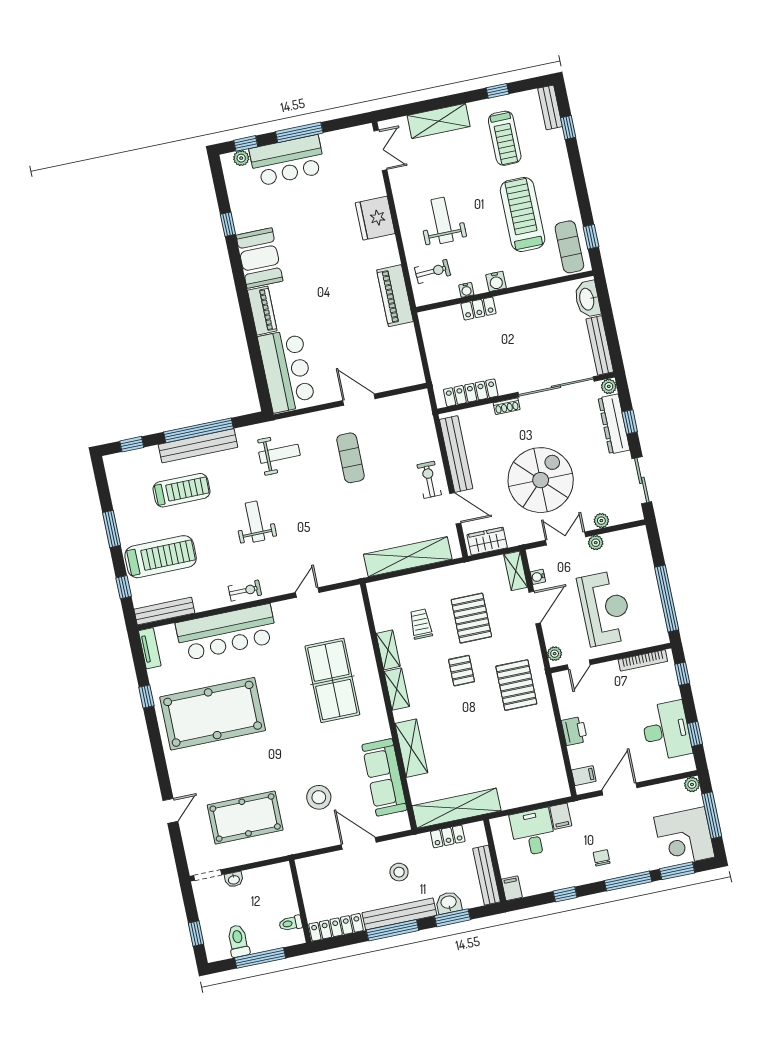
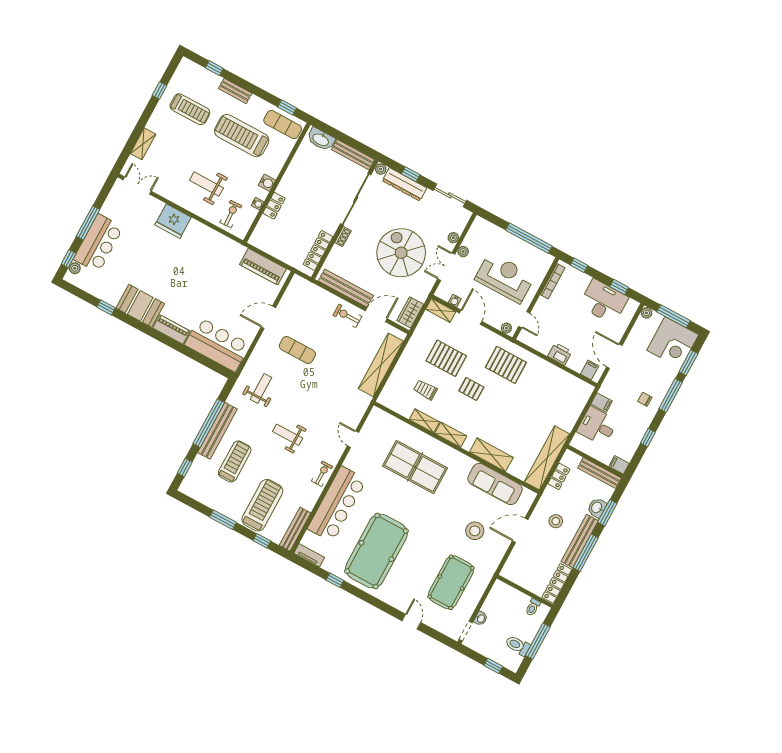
bench: (550, 107) -> (235, 91), moved
shelving: (439, 121) -> (143, 144), width x0.67, depth x0.75
piano: (395, 296) -> (263, 267), moved

